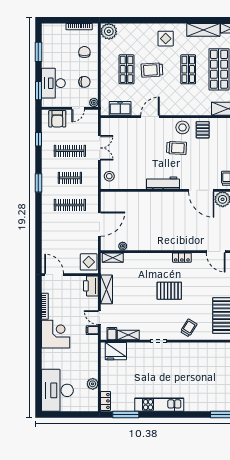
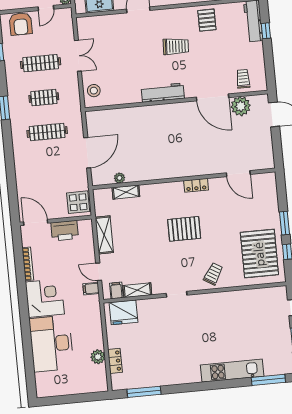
stool: (182, 127) -> (181, 20), removed
shelving: (113, 258) -> (126, 192), moved
printer: (91, 286) -> (65, 231), moved, turned -90
desk: (57, 390) -> (51, 344), moved
locker: (106, 401) -> (115, 361), moved
kitchen unit: (159, 405) -> (232, 371), moved

